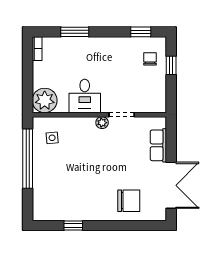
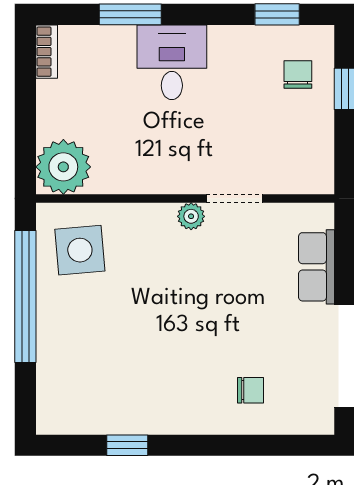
desk: (85, 96) -> (172, 62), moved, turned 180
side table: (52, 138) -> (80, 250), width x1.87, depth x1.87
chair: (129, 201) -> (250, 390), width x0.54, depth x0.54

